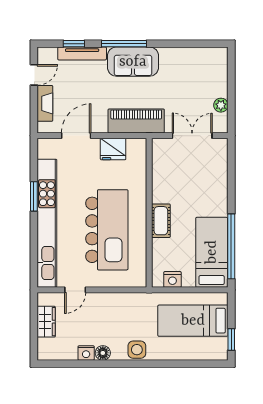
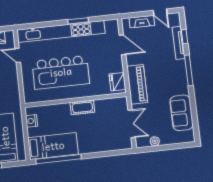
sofa: (133, 62) -> (182, 113), moved
fridge: (113, 149) -> (118, 82), moved
cot: (161, 221) -> (82, 107), moved

